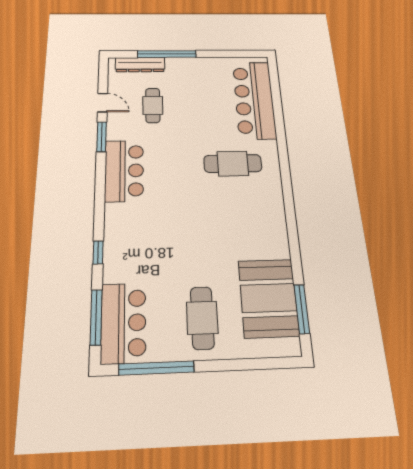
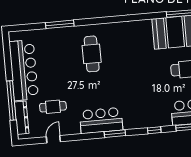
bar counter: (254, 100) -> (24, 70), moved, turned -90
window: (279, 122) -> (60, 24), added
window: (101, 137) -> (115, 134), moved

